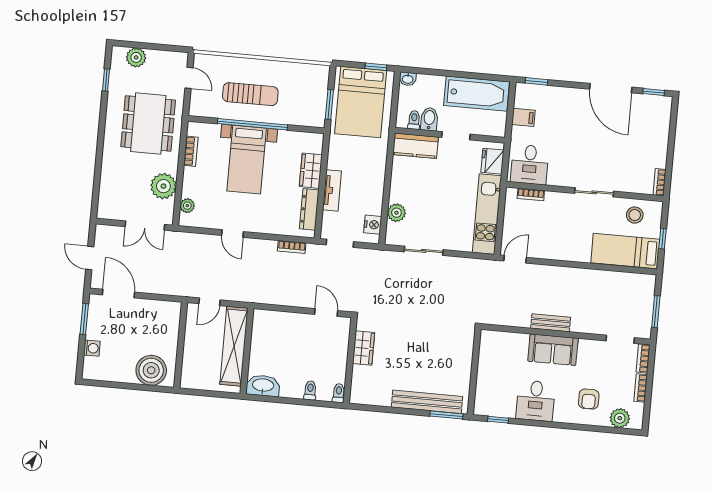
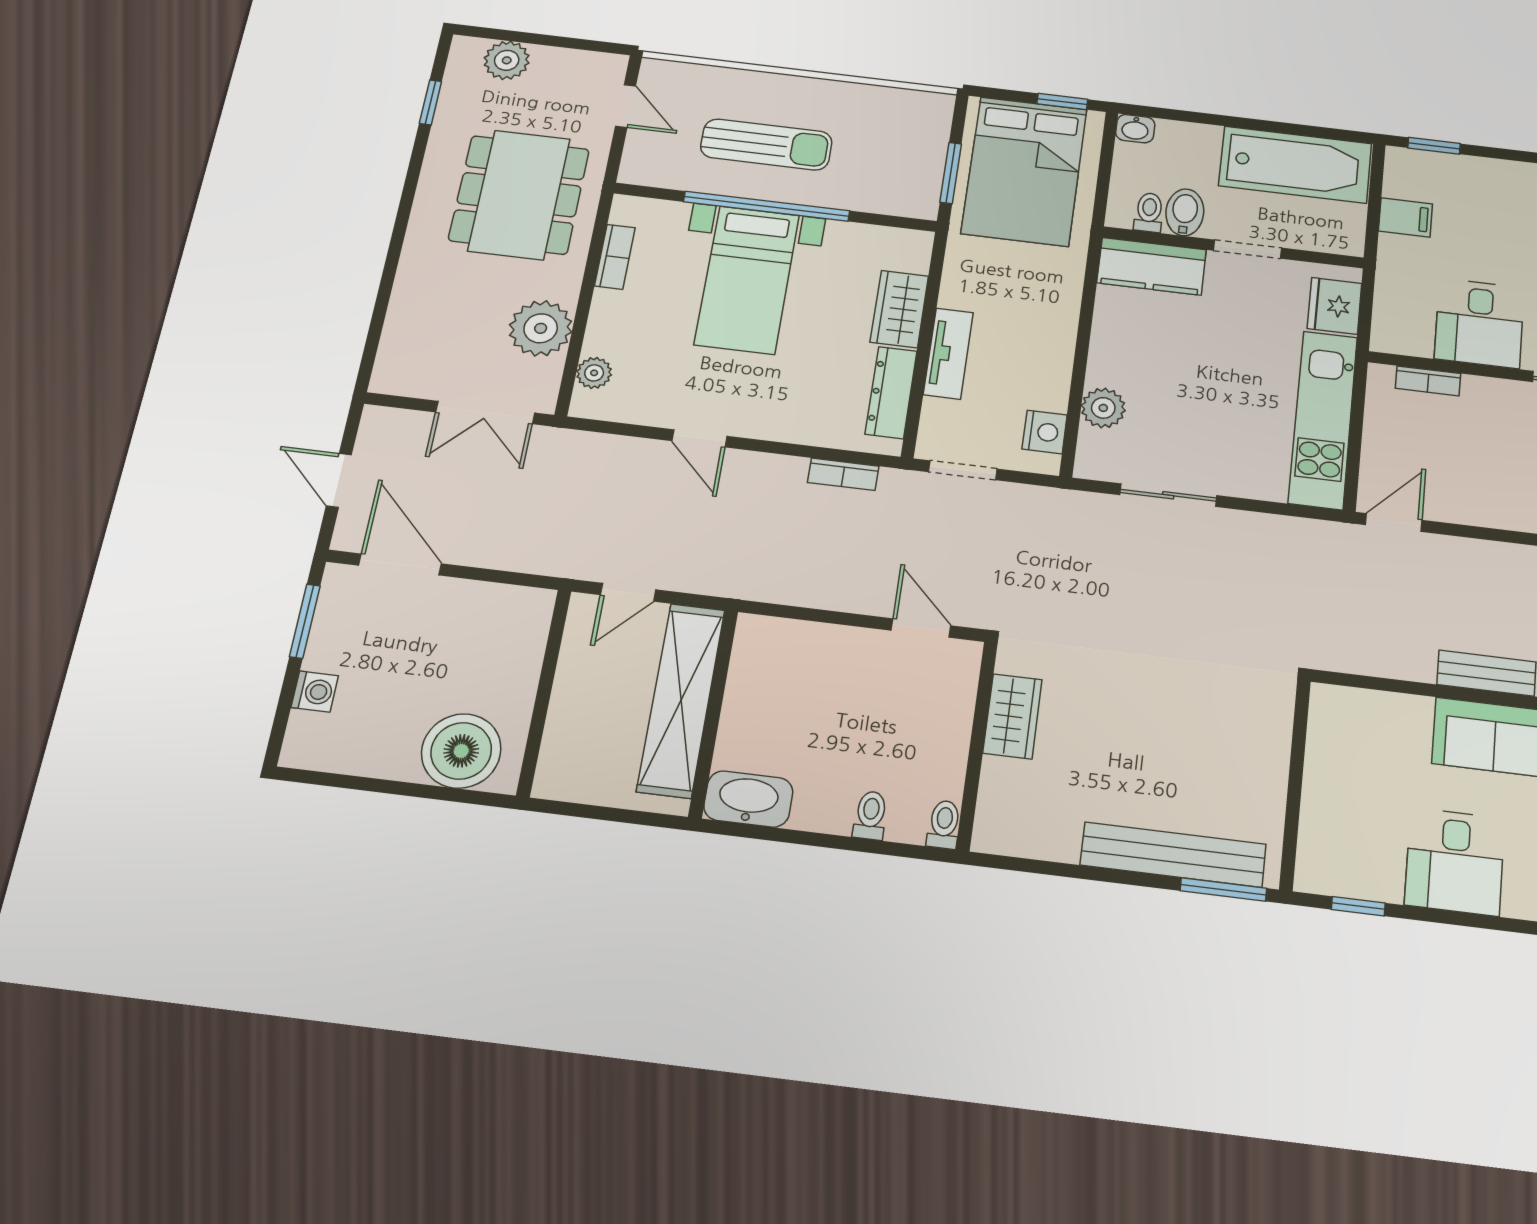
desk: (530, 165) -> (1479, 323), moved

